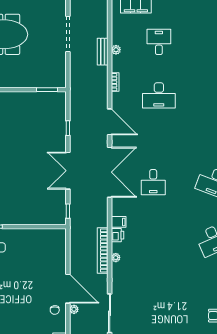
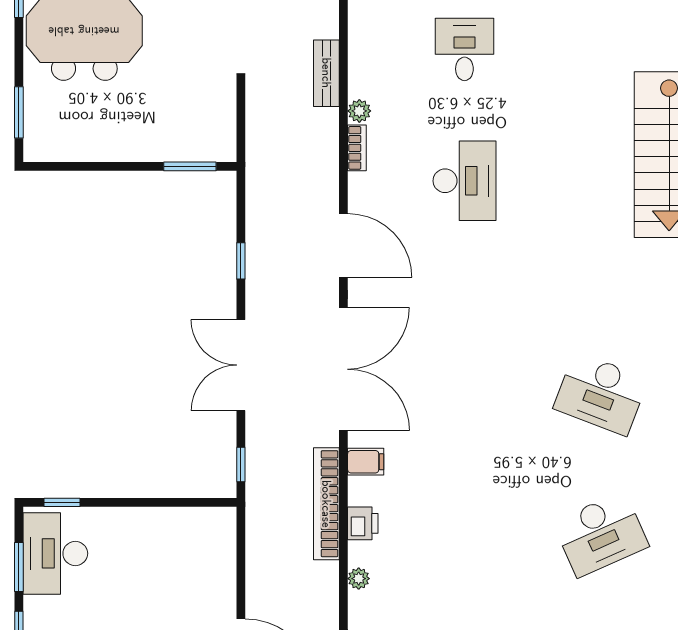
plant: (116, 50) -> (359, 111), moved
desk: (159, 95) -> (464, 181), turned -90
desk: (153, 182) -> (451, 394), removed
filing cabinet: (119, 222) -> (366, 462), moved
bookcase: (103, 250) -> (326, 504), moved

